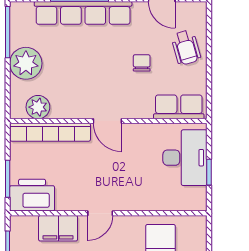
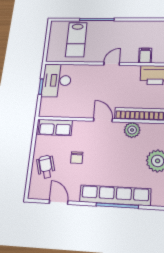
plant: (38, 107) -> (132, 130), moved
desk: (185, 158) -> (57, 80), moved
filing cabinet: (58, 228) -> (145, 55), width x0.50

